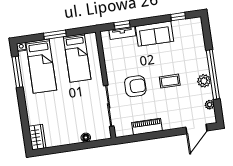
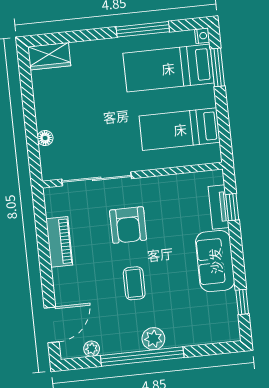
window: (55, 35) -> (218, 67), moved
window: (17, 72) -> (143, 29), moved
plant: (204, 81) -> (153, 339), moved
door: (196, 129) -> (52, 325), swing flipped

